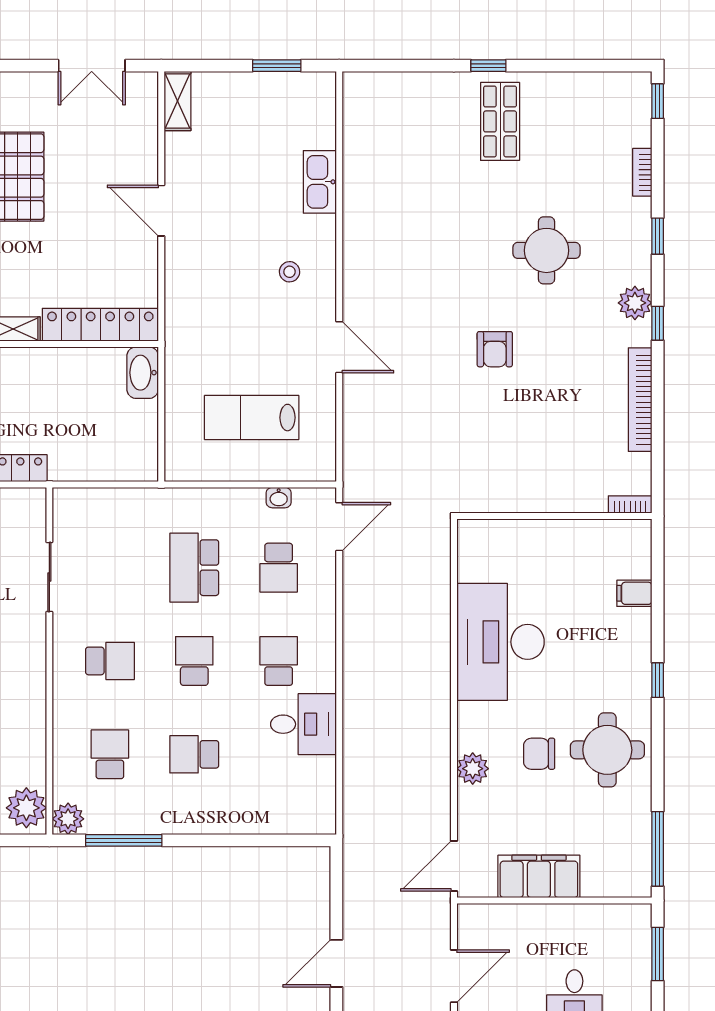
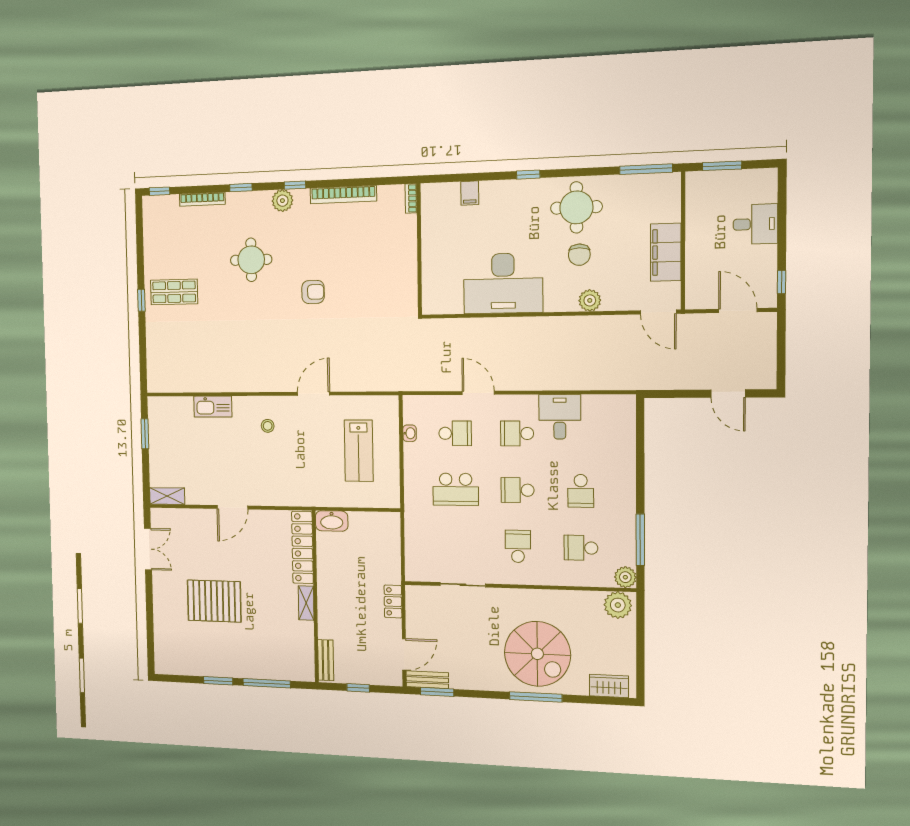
bookcase: (642, 172) -> (202, 199), width x1.56
door: (339, 527) -> (478, 393), moved

